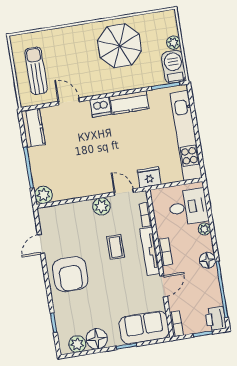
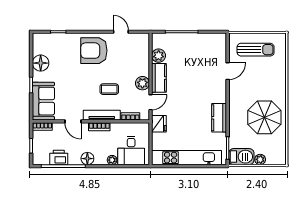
dishwasher: (101, 107) -> (219, 95), removed
kitchen counter: (33, 128) -> (159, 78), moved, turned -90
plant: (43, 195) -> (159, 56), moved
printer: (216, 319) -> (59, 157), moved
plant: (77, 344) -> (39, 47), removed

